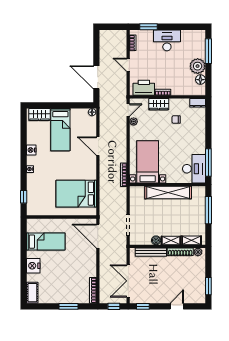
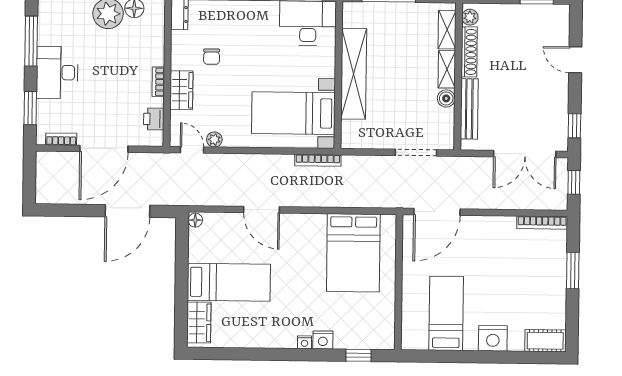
window: (183, 27) -> (31, 41), added
door: (128, 65) -> (104, 149), width x1.88
printer: (144, 88) -> (154, 119), width x0.53, depth x0.68
door: (98, 146) -> (262, 210), hinge flipped
nightstand: (31, 150) -> (323, 340), moved

